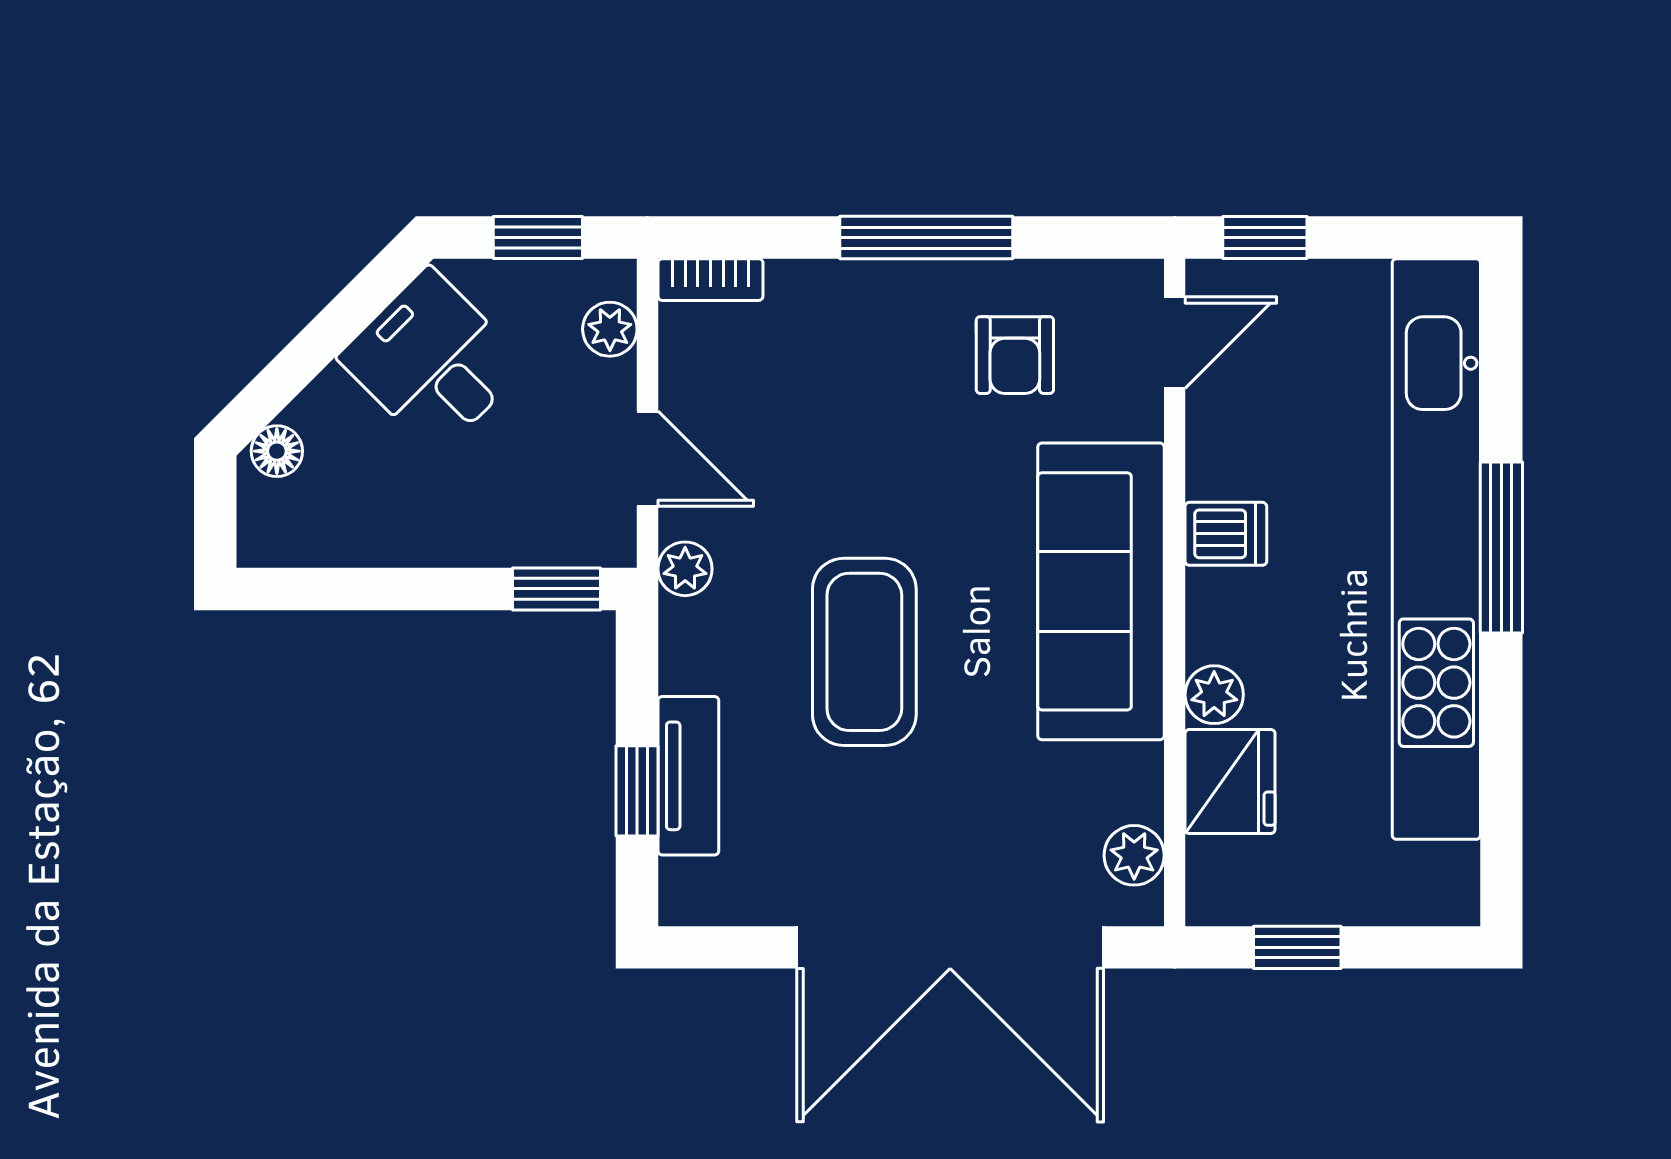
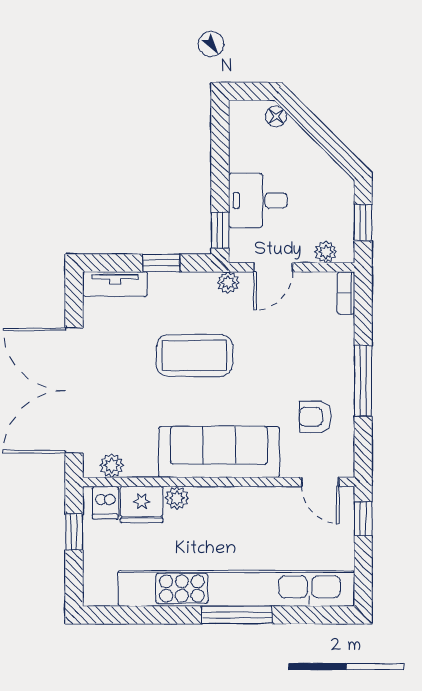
desk: (433, 361) -> (258, 201), moved, turned -135
dishwasher: (1226, 534) -> (105, 503), moved
tv unit: (688, 776) -> (115, 284), moved
window: (637, 791) -> (161, 263), moved

